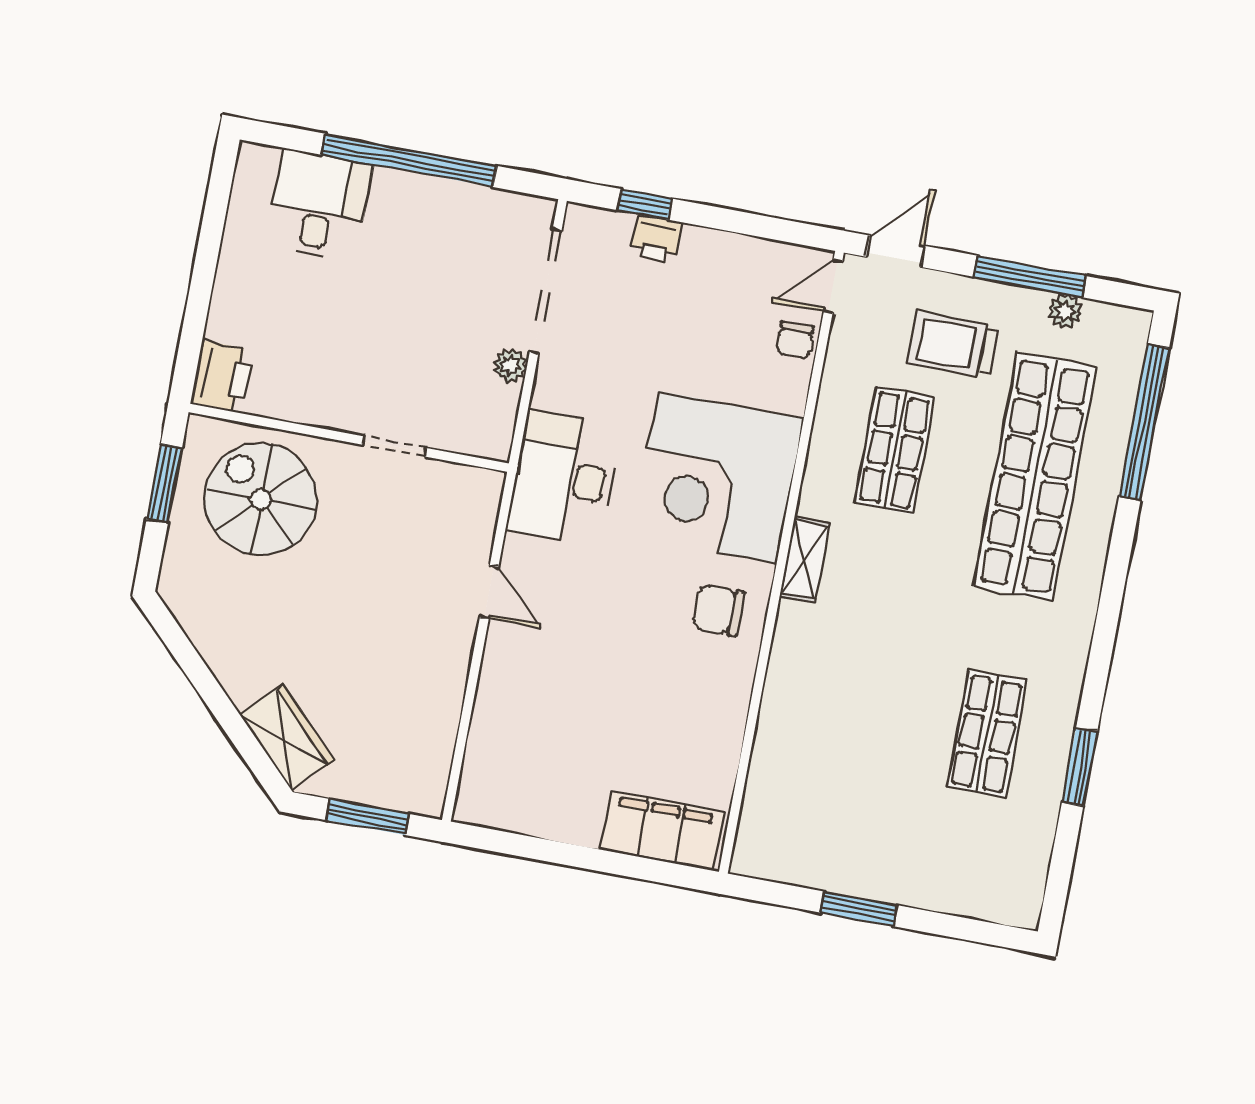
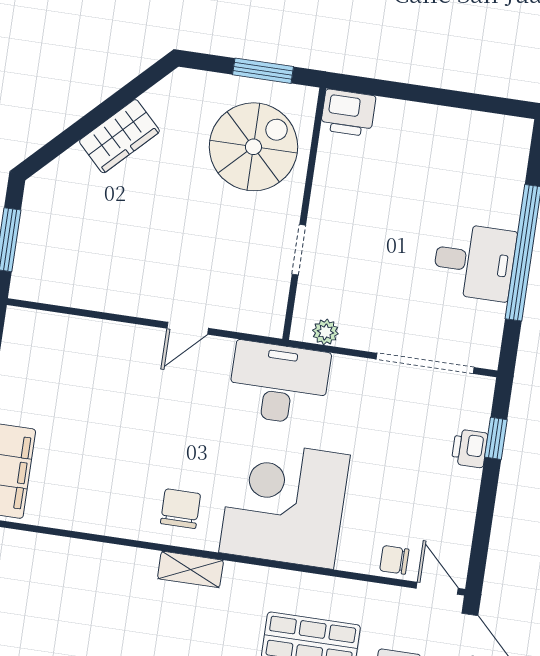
desk: (319, 205) -> (474, 262), moved
plant: (510, 365) -> (325, 332), moved
shelving: (805, 560) -> (190, 569), moved
wardrobe: (287, 737) -> (119, 136), moved

